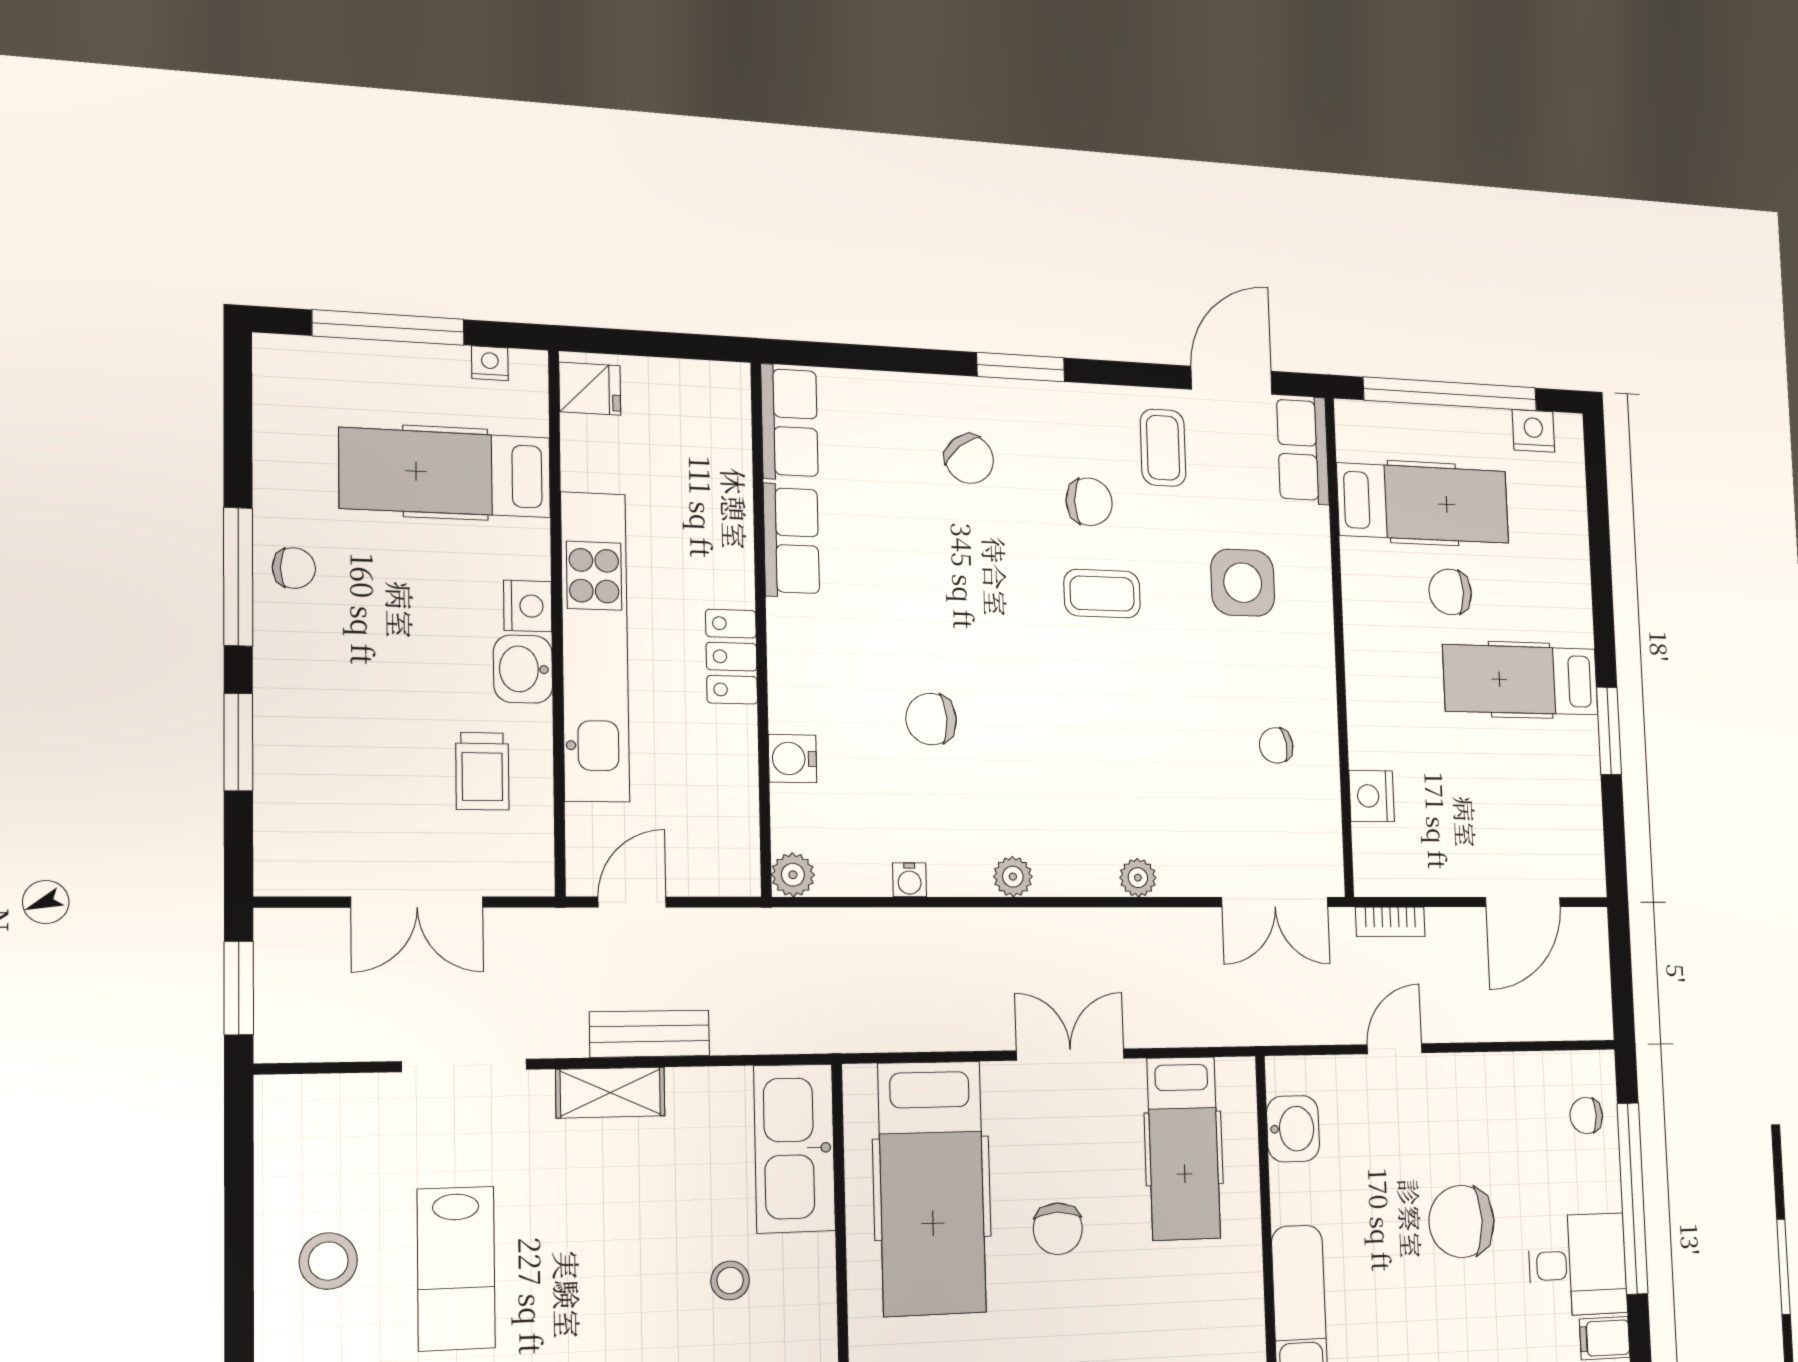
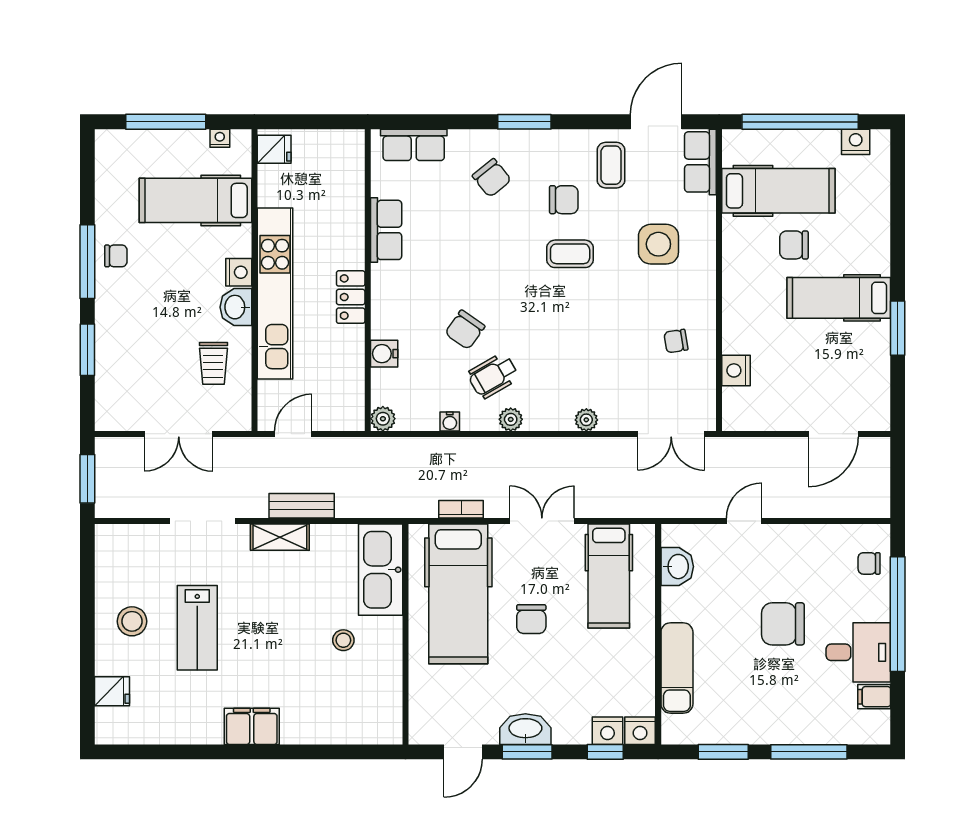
row of seats: (790, 422) -> (414, 145), moved, turned 90
chair: (931, 719) -> (465, 330), turned -52
wheelchair: (981, 800) -> (493, 376), added
bookcase: (1390, 922) -> (461, 509), moved, turned 180

